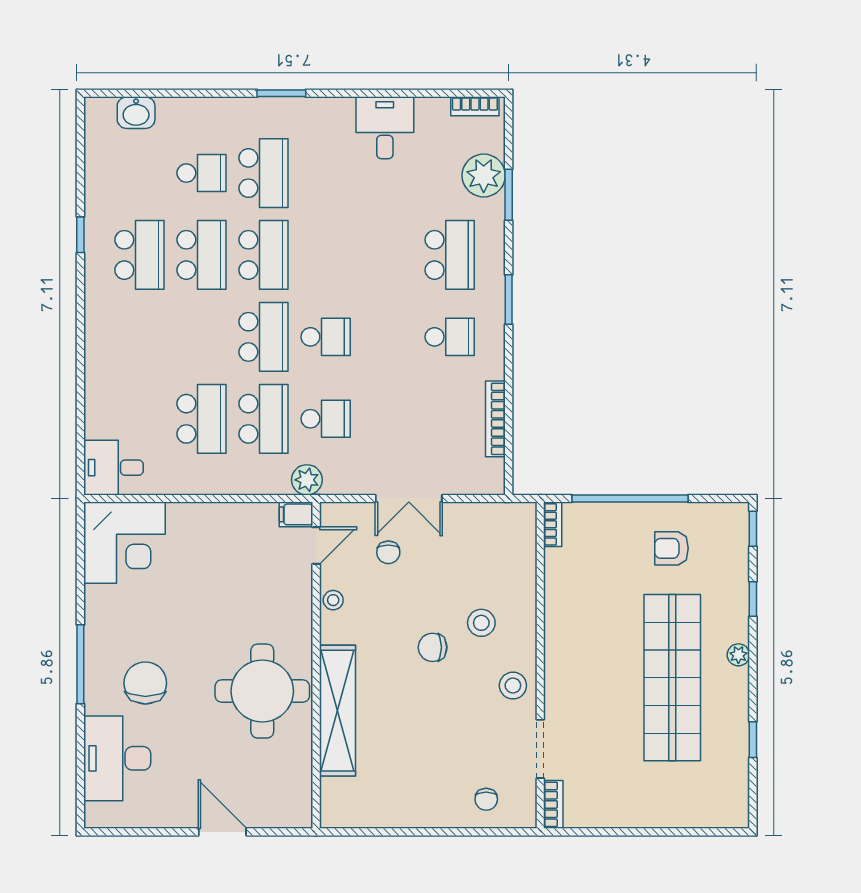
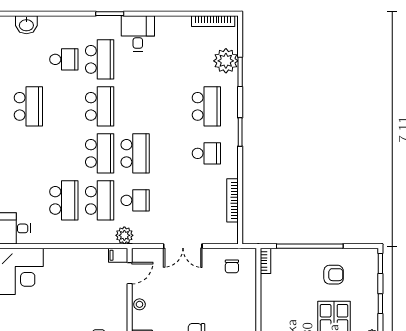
bookcase: (475, 106) -> (213, 21), width x1.56
desk: (385, 128) -> (138, 33), moved
school desk: (201, 255) -> (64, 106), removed
school desk: (326, 337) -> (135, 153), width x1.85
armchair: (671, 548) -> (334, 275), turned 180
chair: (388, 552) -> (232, 266), moved
stool: (481, 623) -> (224, 317), removed

